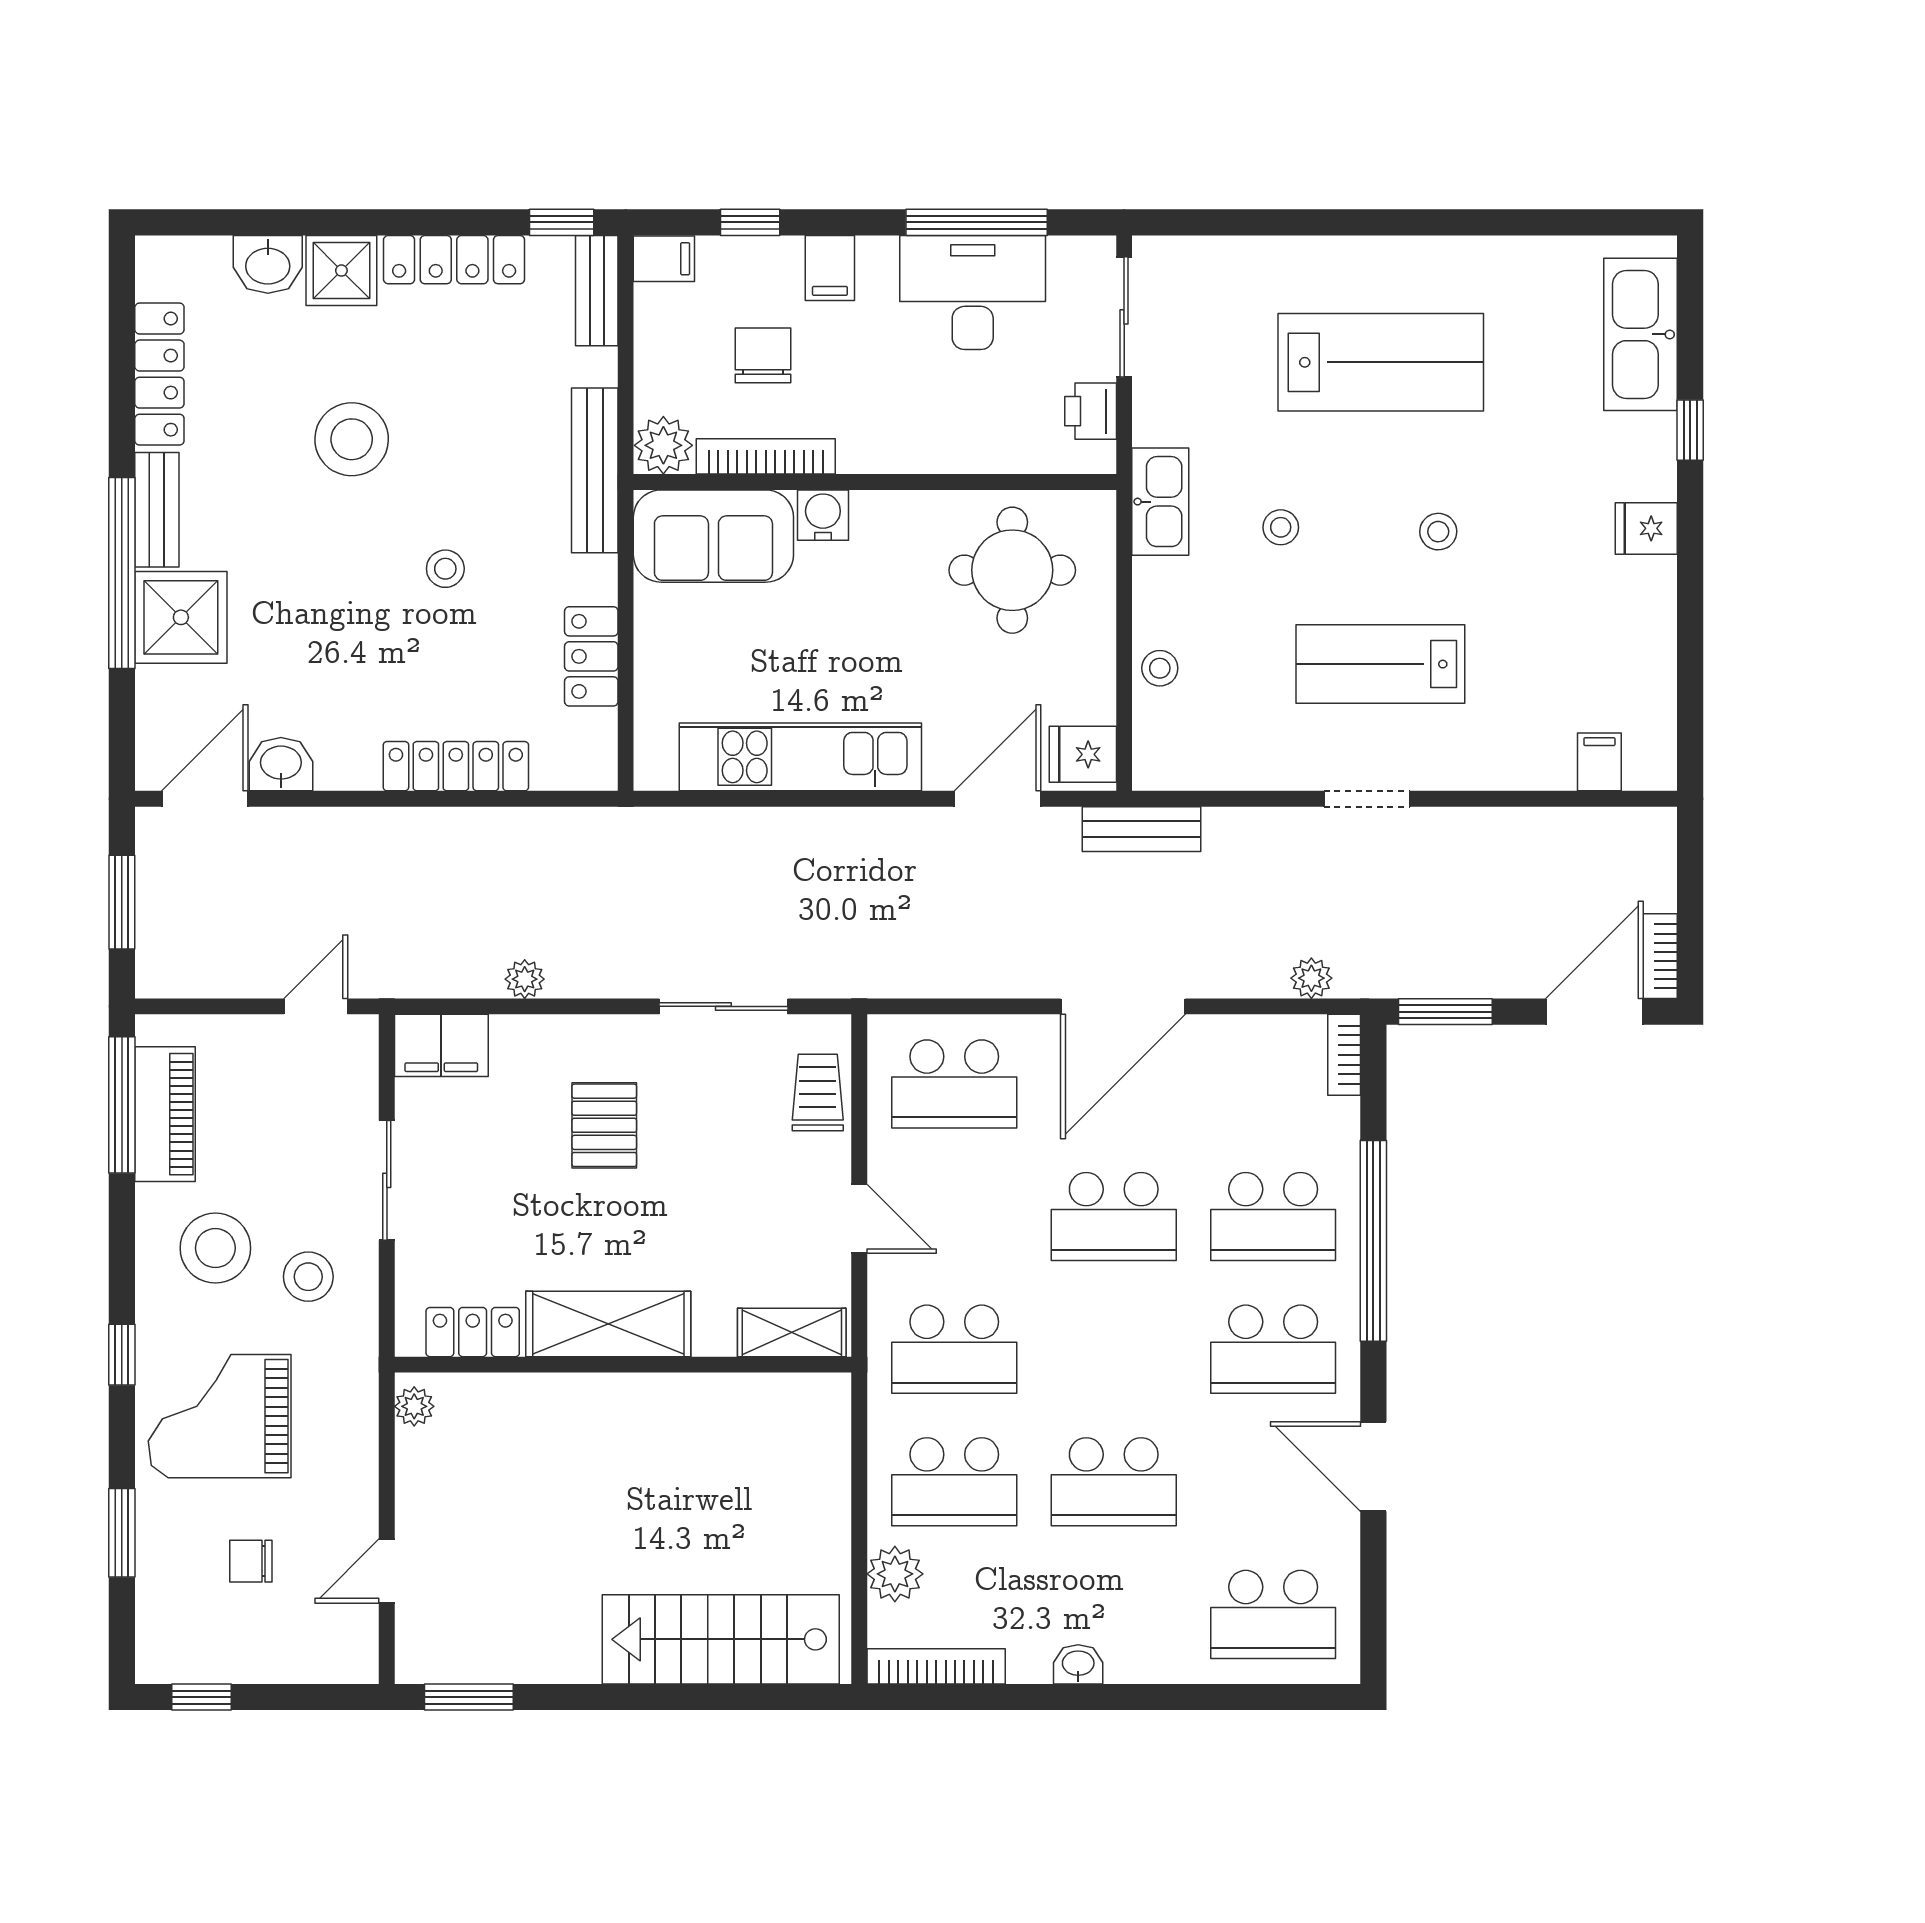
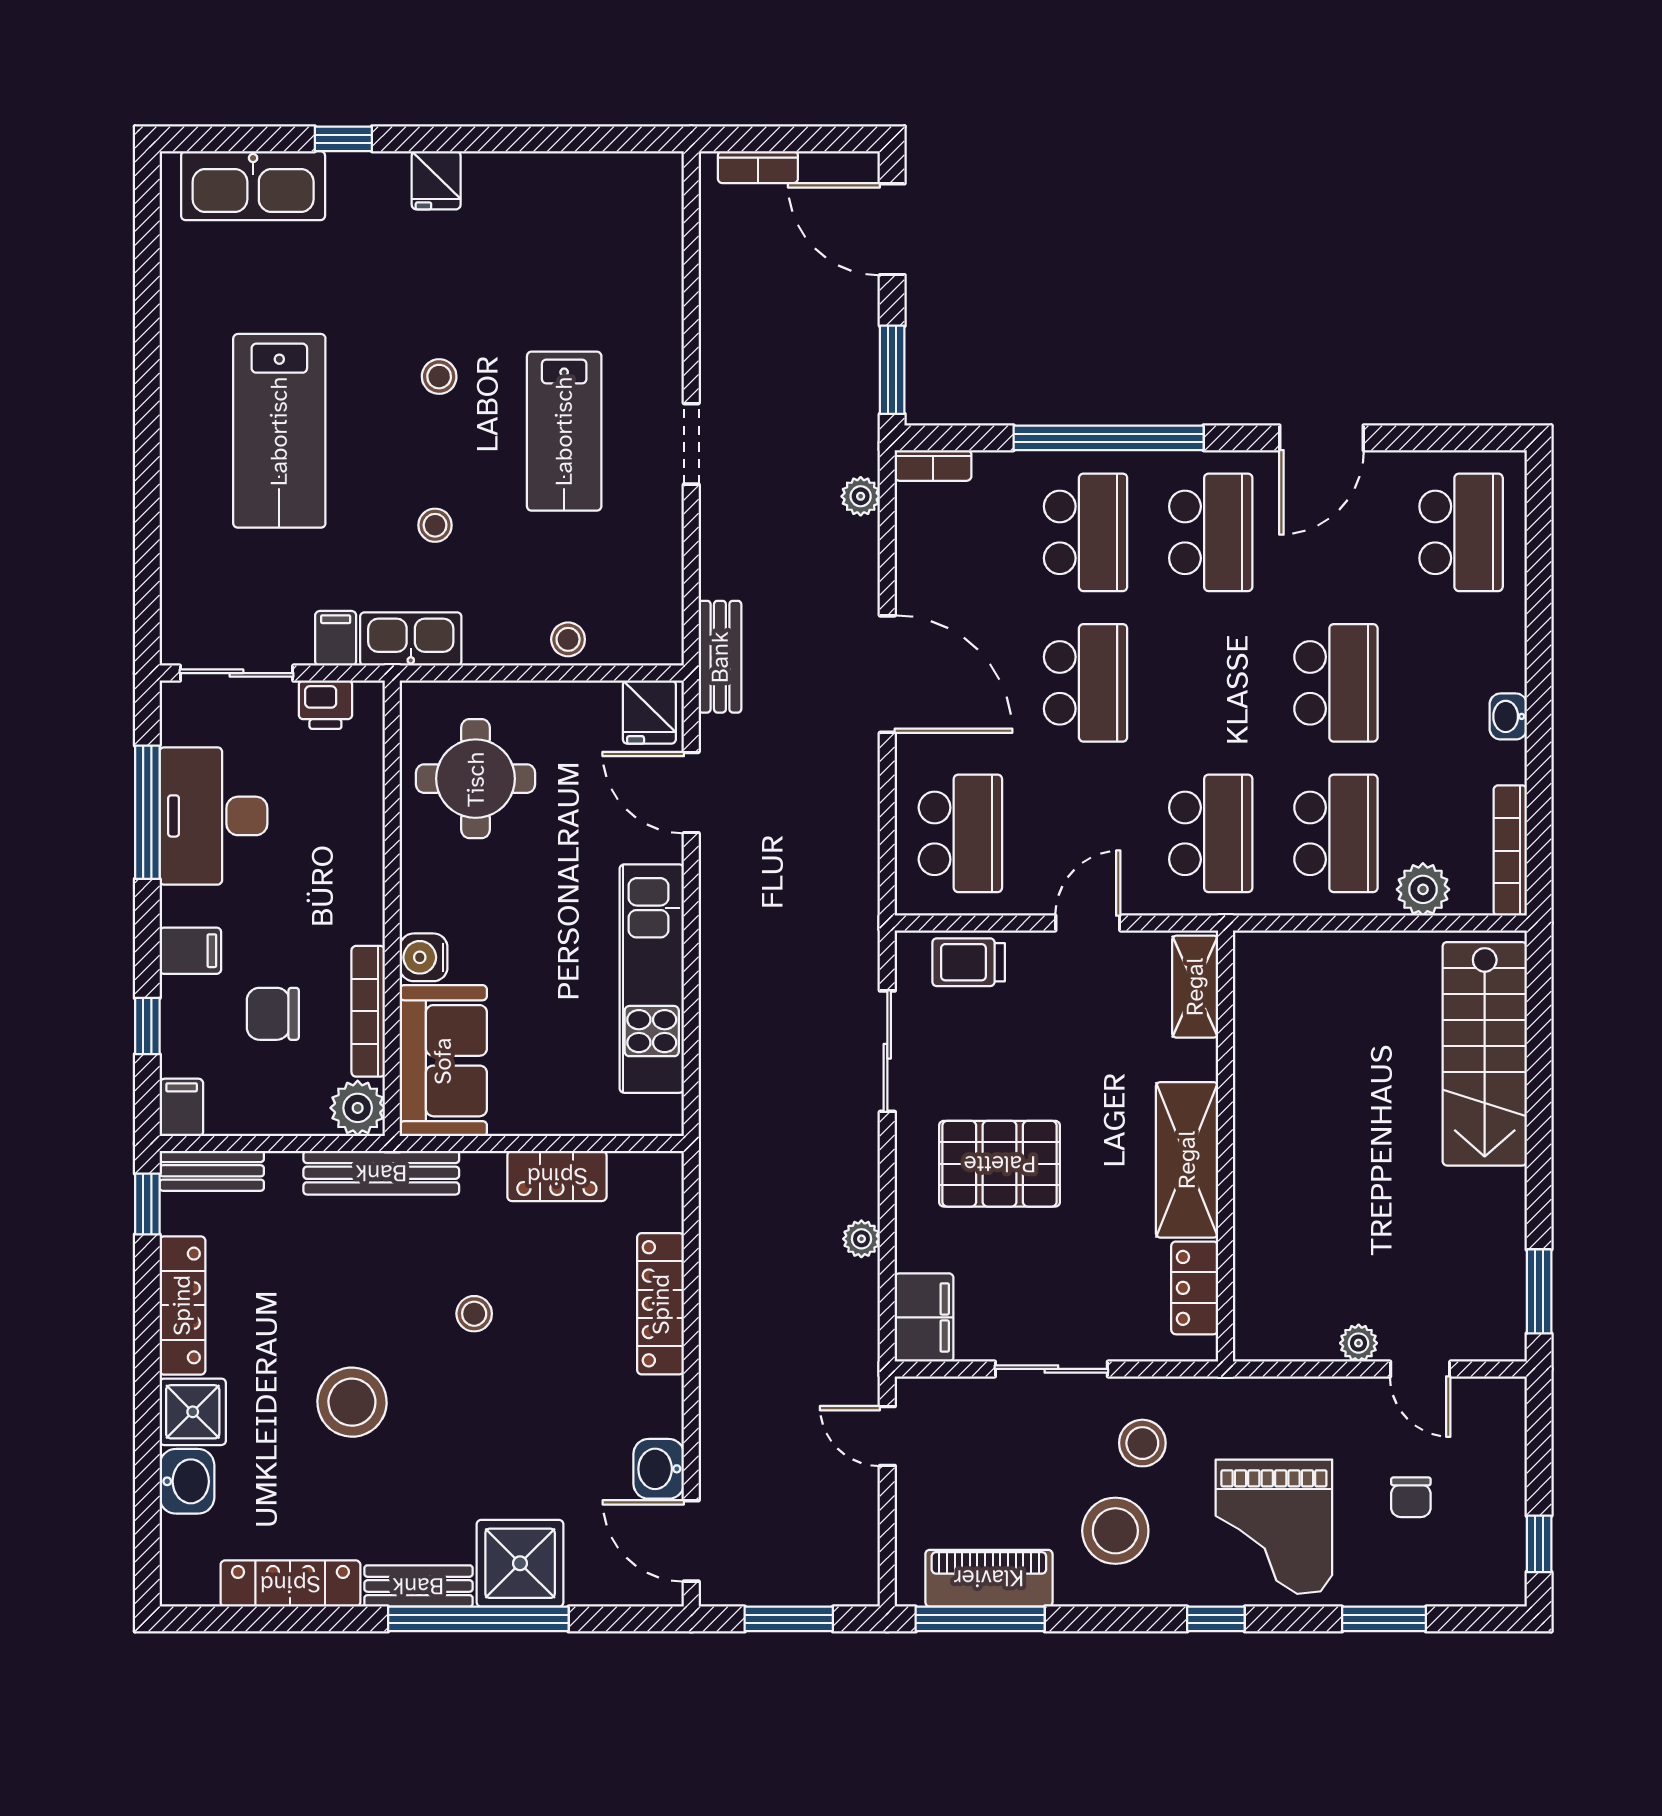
lab bench: (1381, 362) -> (279, 431), turned 180
filing cabinet: (1599, 762) -> (336, 638), moved, turned 90
bookcase: (1660, 956) -> (758, 167), moved
pallet: (604, 1125) -> (1000, 1164), width x1.50, depth x1.42
plant: (414, 1406) -> (1359, 1343), moved

